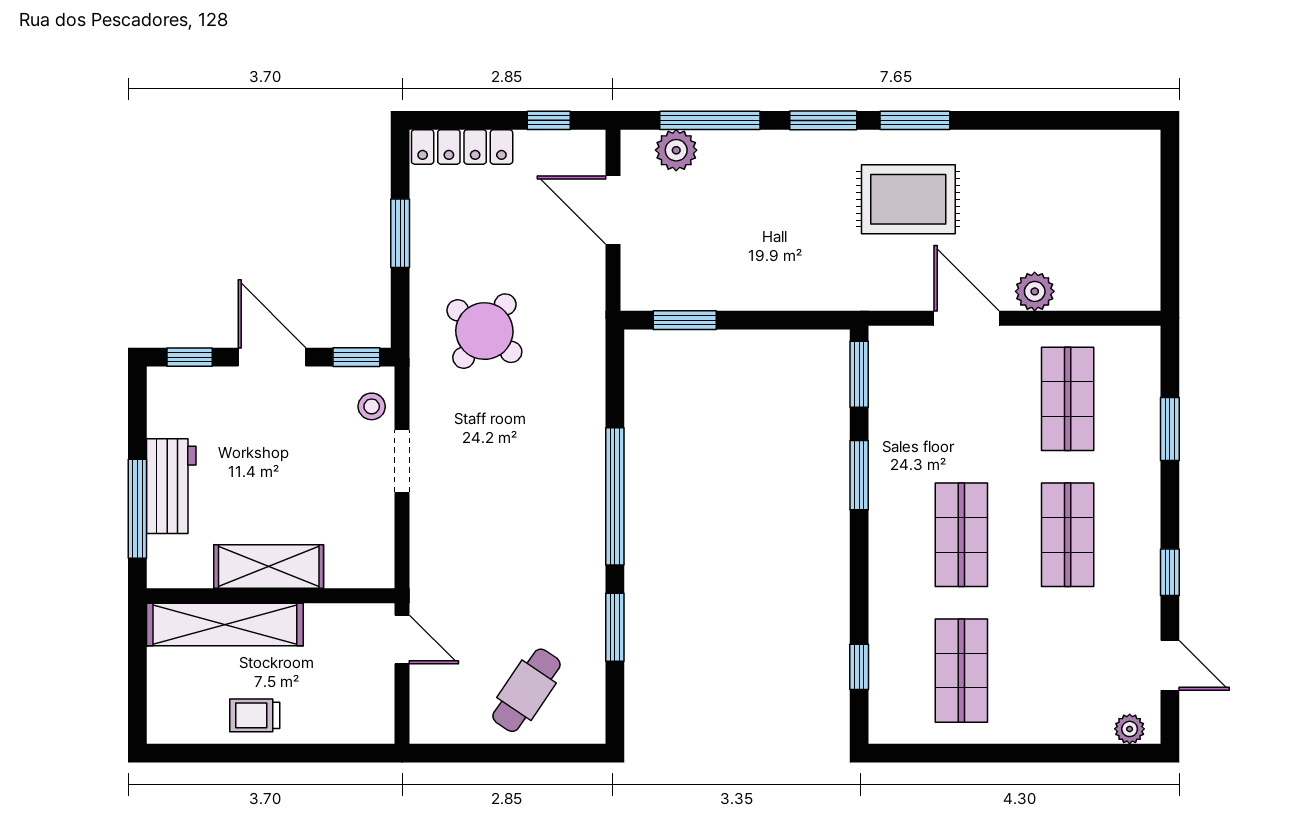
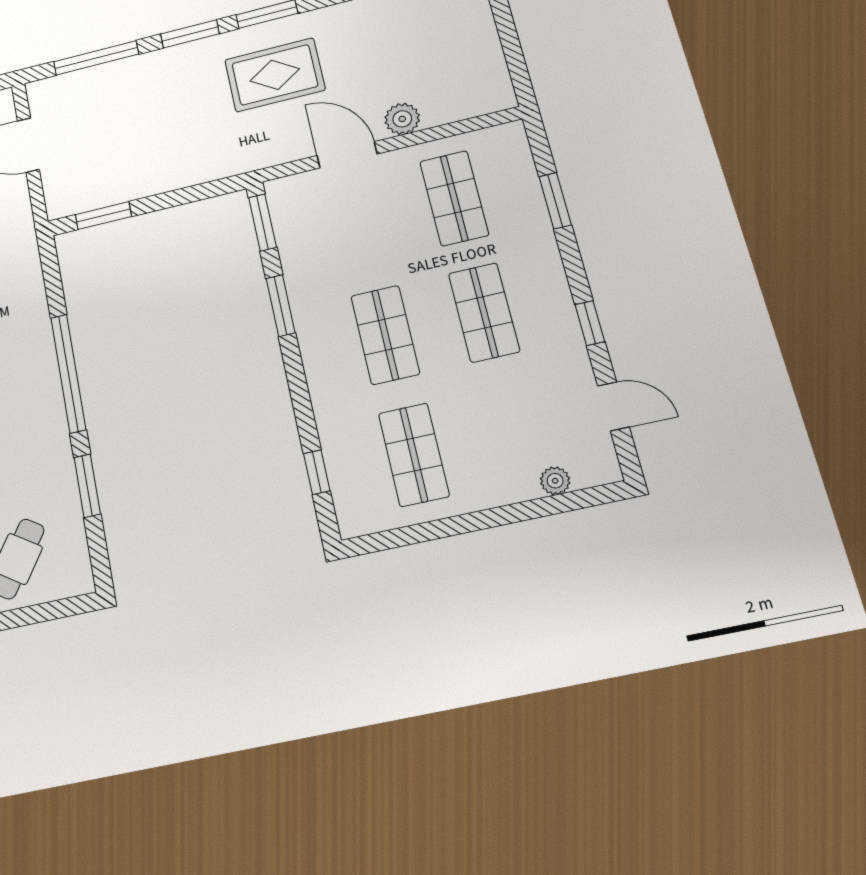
plant: (676, 150) -> (73, 87), removed
plant: (1130, 729) -> (555, 481), moved

